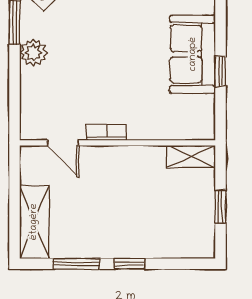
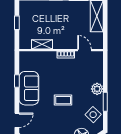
coffee table: (113, 26) -> (63, 100), added
shelving: (191, 156) -> (42, 44), moved

